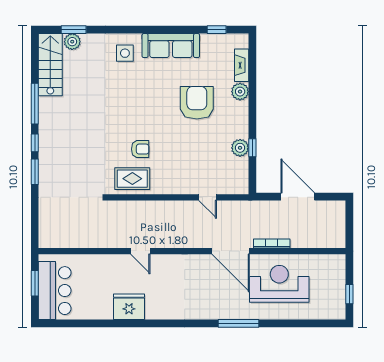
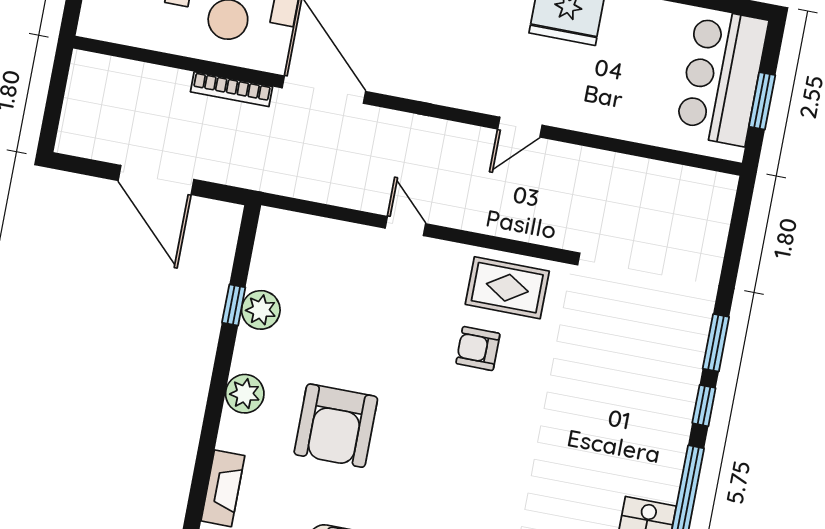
plant: (240, 92) -> (245, 394), moved
door: (208, 197) -> (405, 226), moved
door: (140, 251) -> (520, 127), swing flipped

